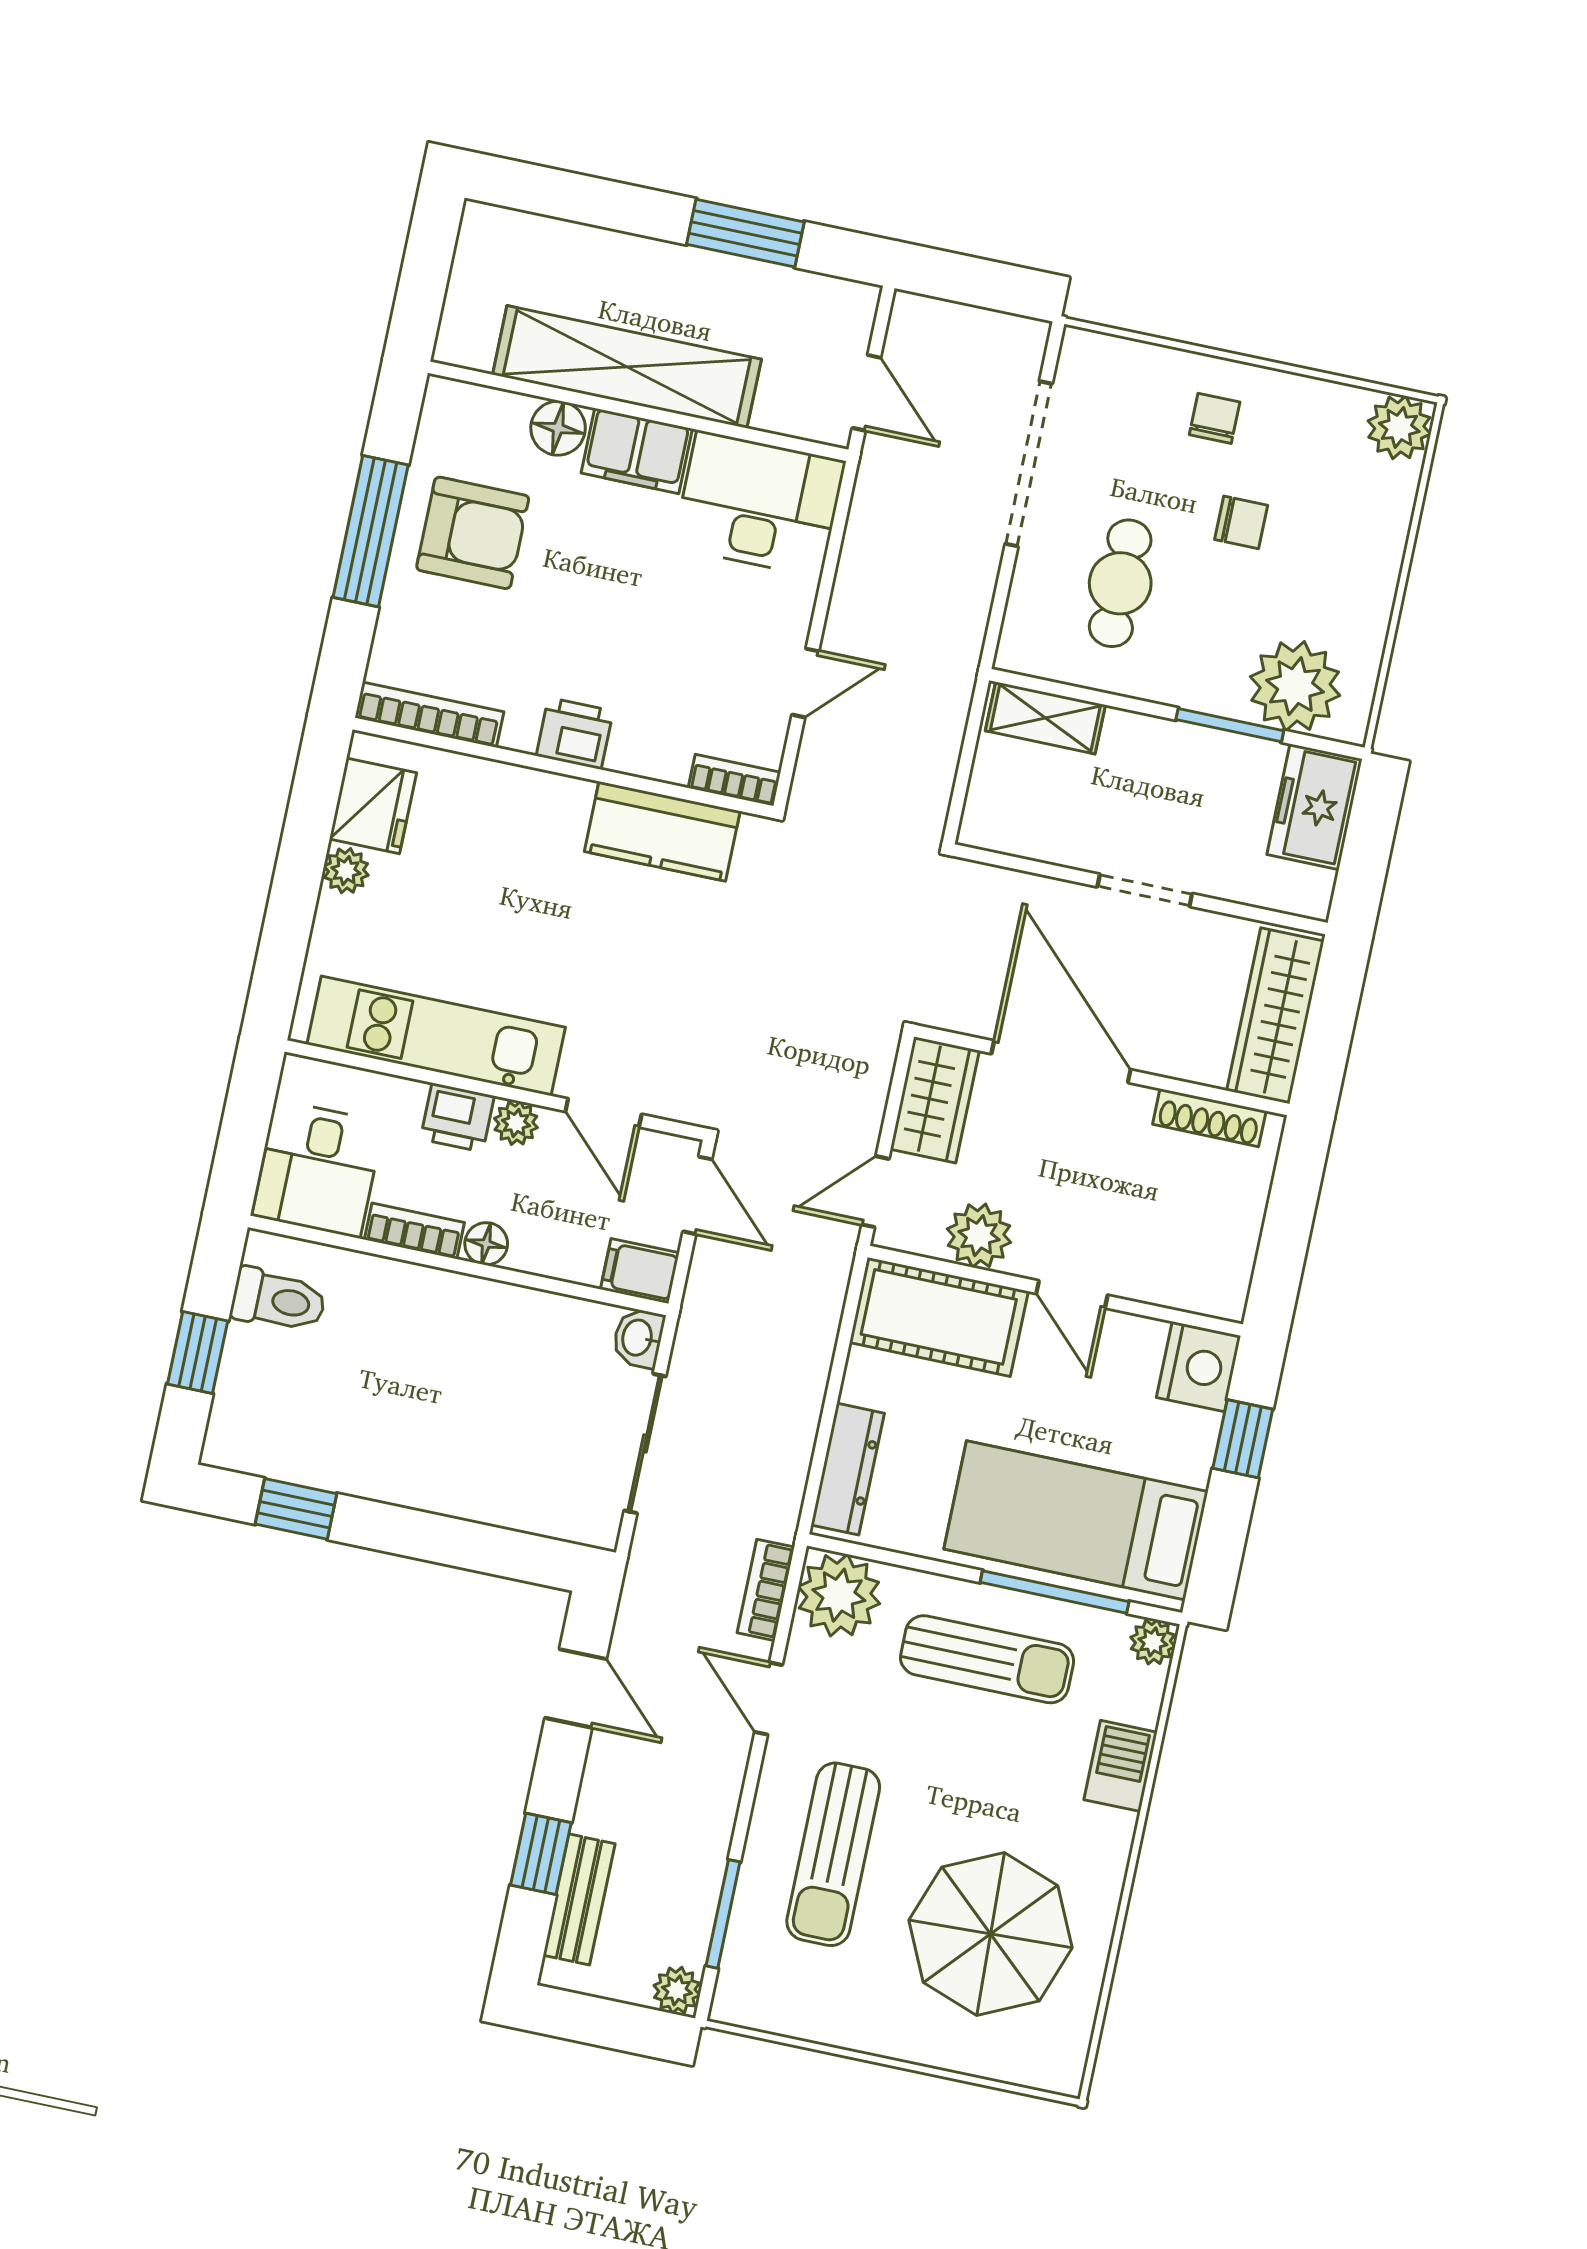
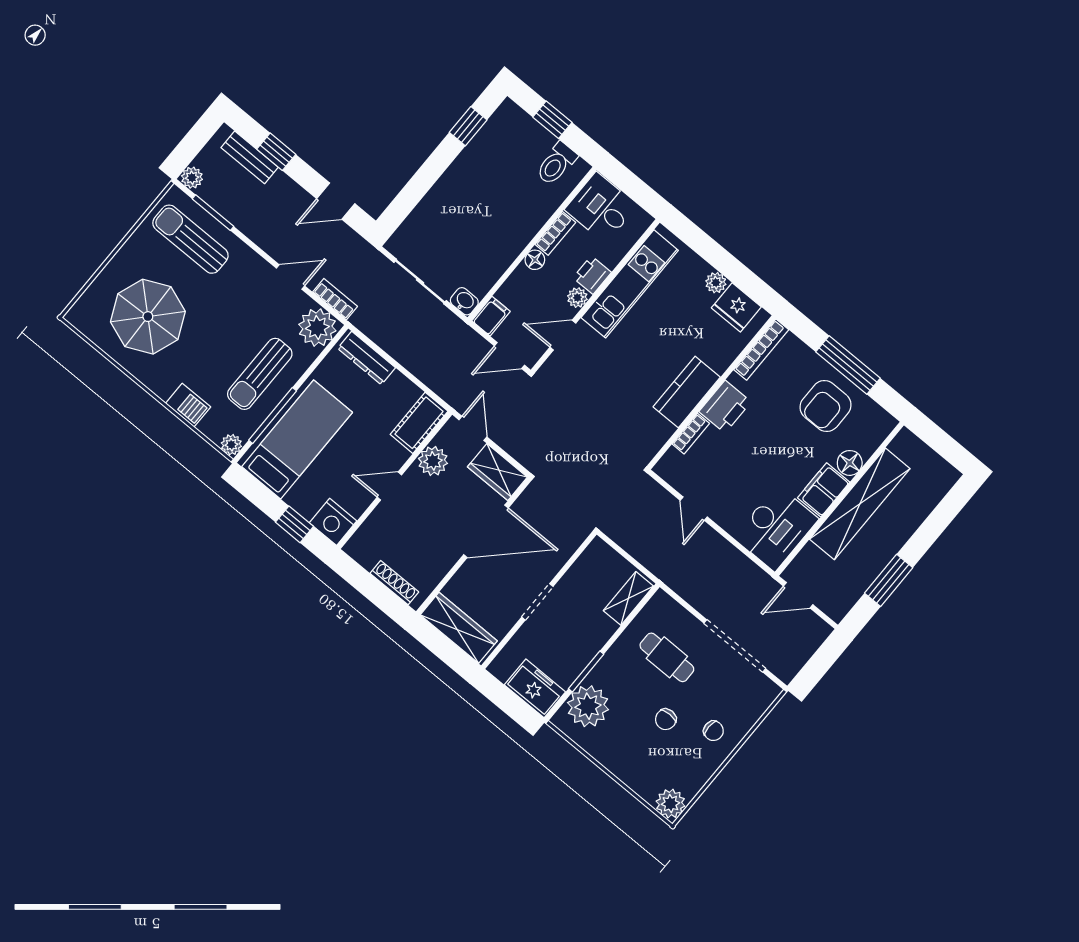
printer: (575, 733) -> (725, 407), width x1.36, depth x1.24
bookcase: (734, 780) -> (691, 434), moved
kitchen counter: (662, 831) -> (687, 392), moved
shoe rack: (1209, 1118) -> (394, 583), moved, turned 90
cot: (939, 1317) -> (419, 423), width x0.73, depth x0.75
sun lounger: (833, 1854) -> (190, 239), moved

